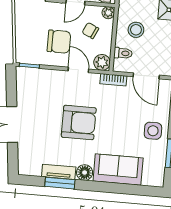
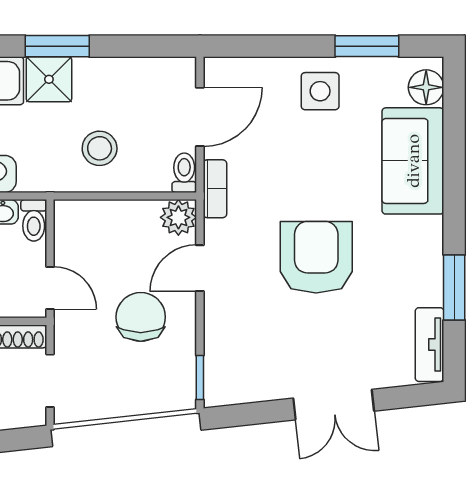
plant: (108, 13) -> (67, 213), removed
chair: (90, 31) -> (110, 249), removed
toilet: (123, 53) -> (184, 173), moved
tv unit: (59, 172) -> (430, 345), moved
floor lamp: (85, 173) -> (426, 87), moved

